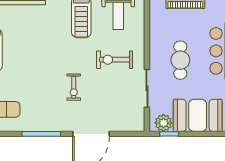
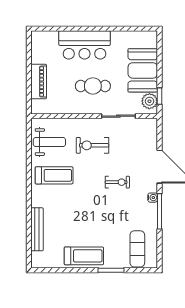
exercise bike: (115, 60) -> (92, 145), turned 90
water cooler: (57, 126) -> (153, 198), added

